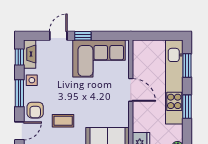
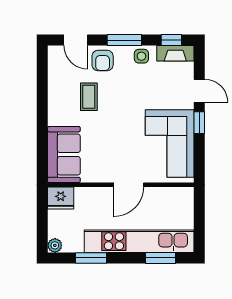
window: (187, 107) -> (91, 258), moved
armchair: (35, 110) -> (103, 61), turned -90

